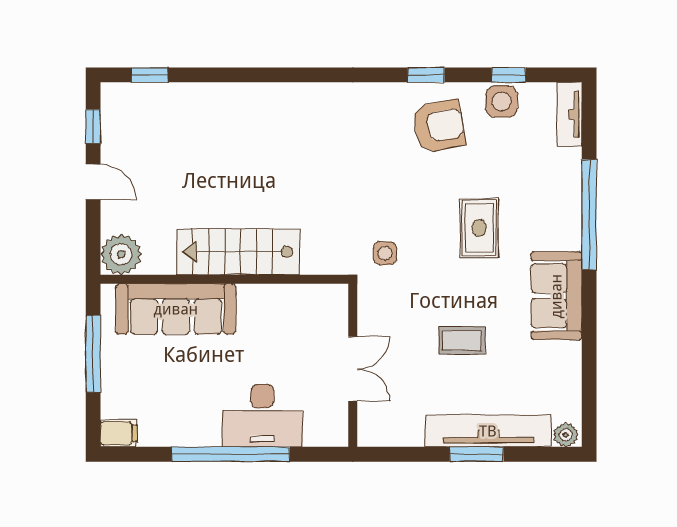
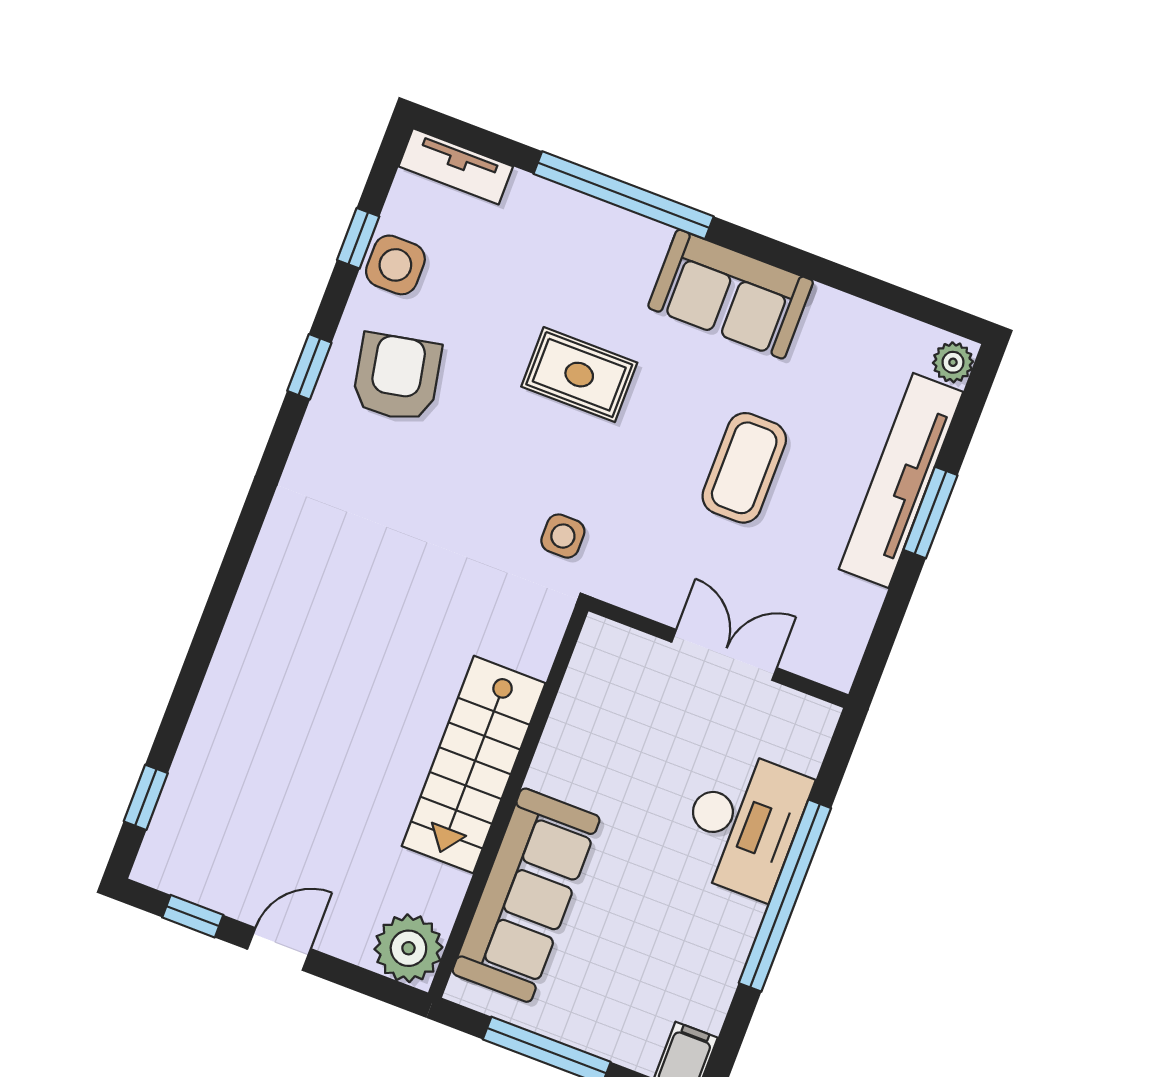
coffee table: (462, 340) -> (744, 468), width x1.36, depth x1.30

